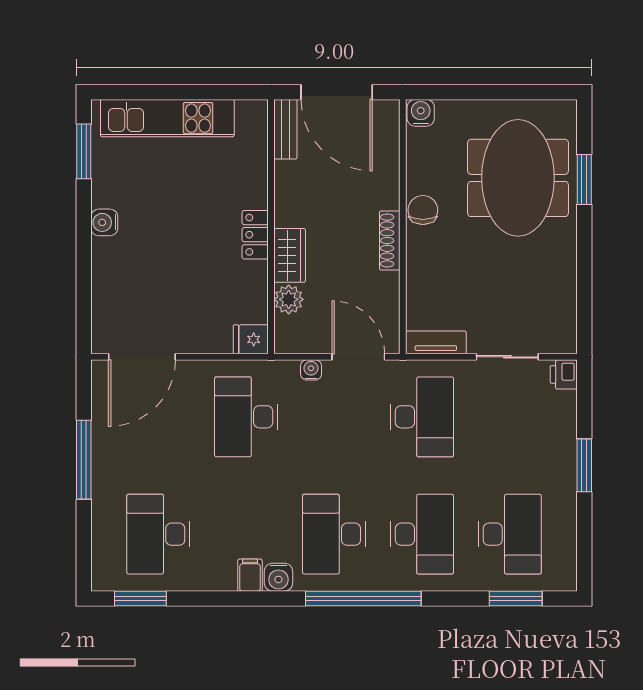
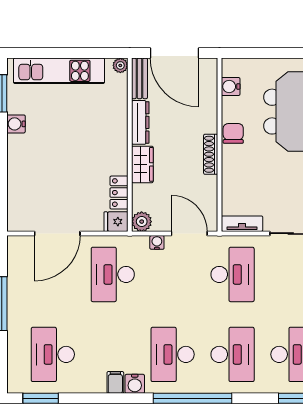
plant: (257, 110) -> (120, 65), added
water cooler: (421, 113) -> (231, 86), moved, turned -90
dresser: (287, 194) -> (140, 122), added
water cooler: (104, 222) -> (16, 124), moved
locker: (255, 235) -> (119, 193), moved
plant: (289, 299) -> (142, 222), moved
door: (142, 357) -> (57, 234), moved

